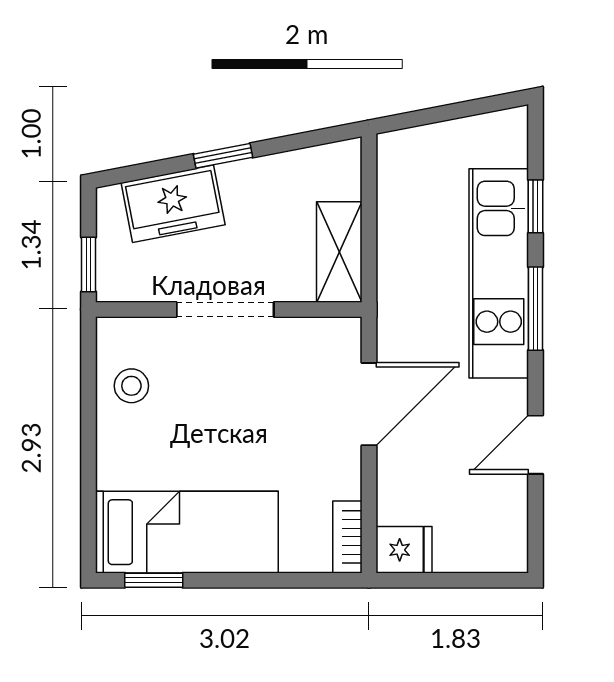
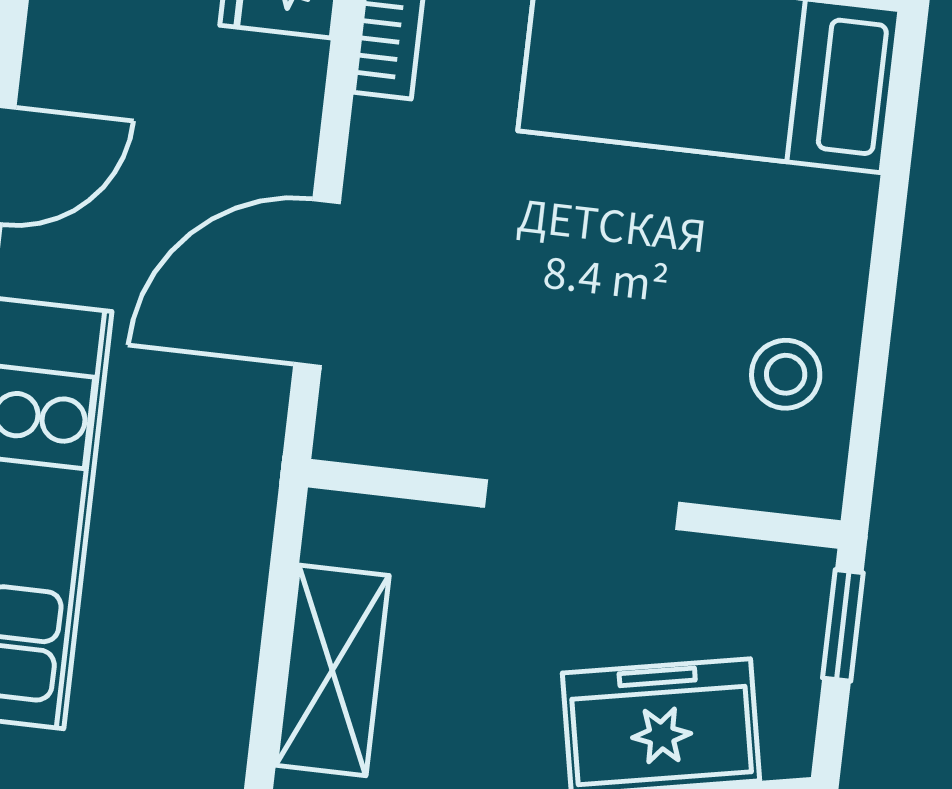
shelving: (339, 252) -> (332, 670), moved

